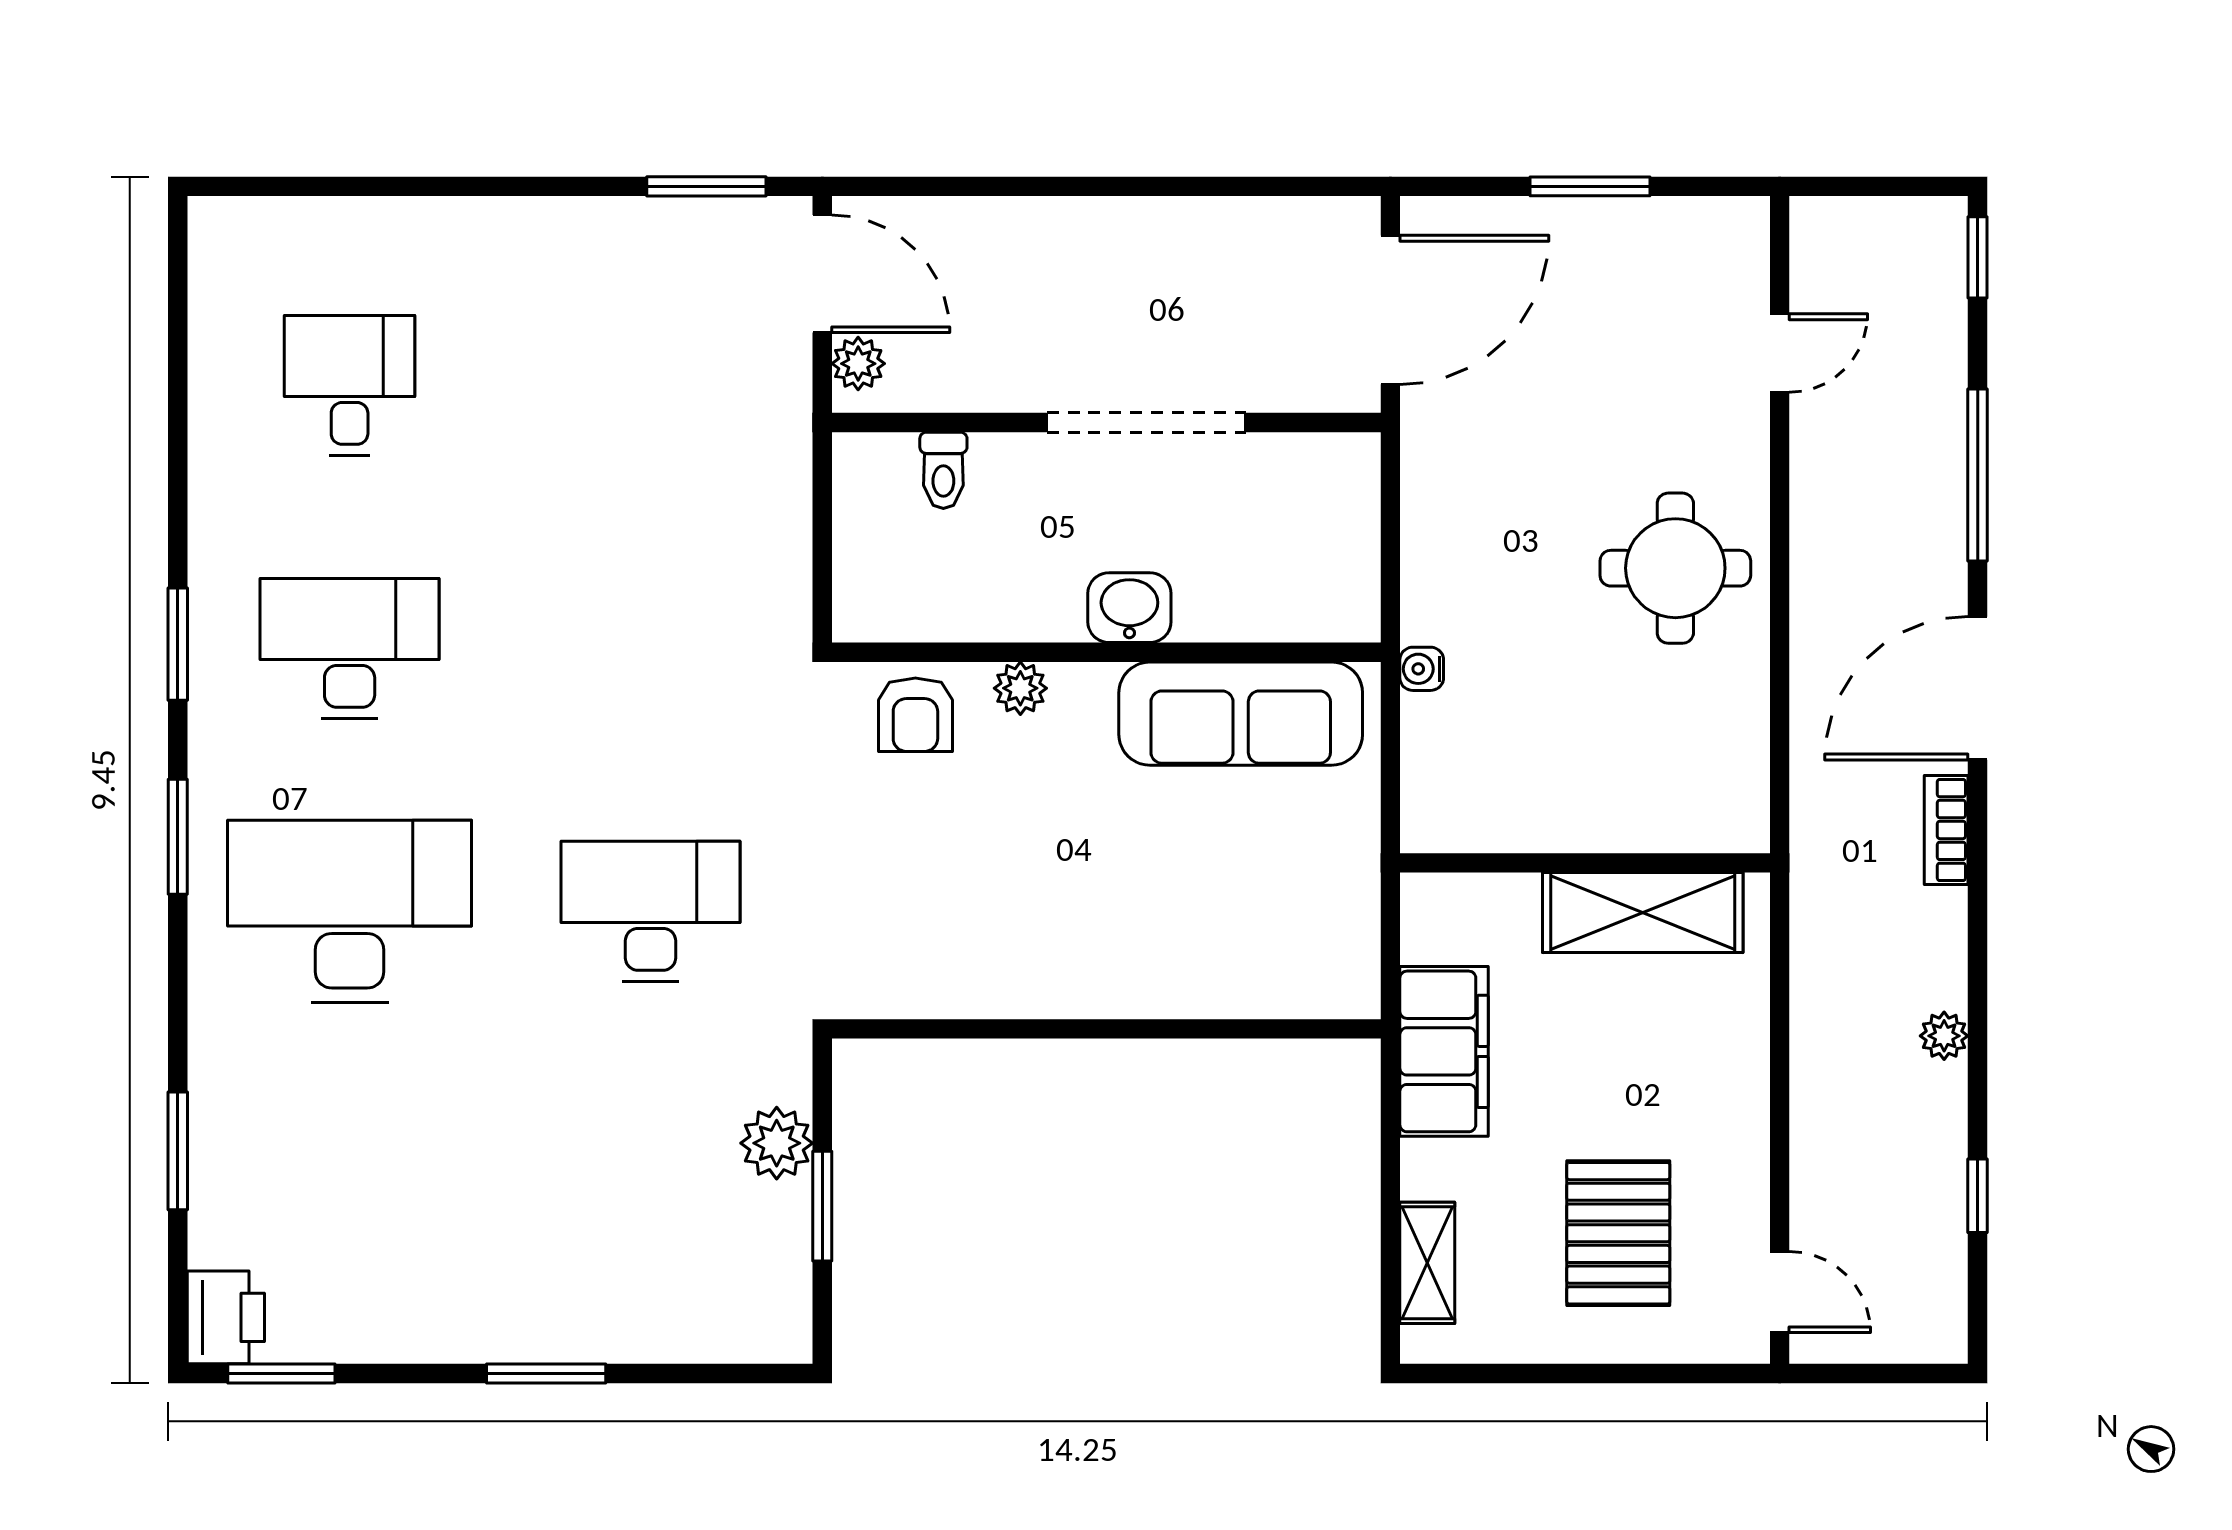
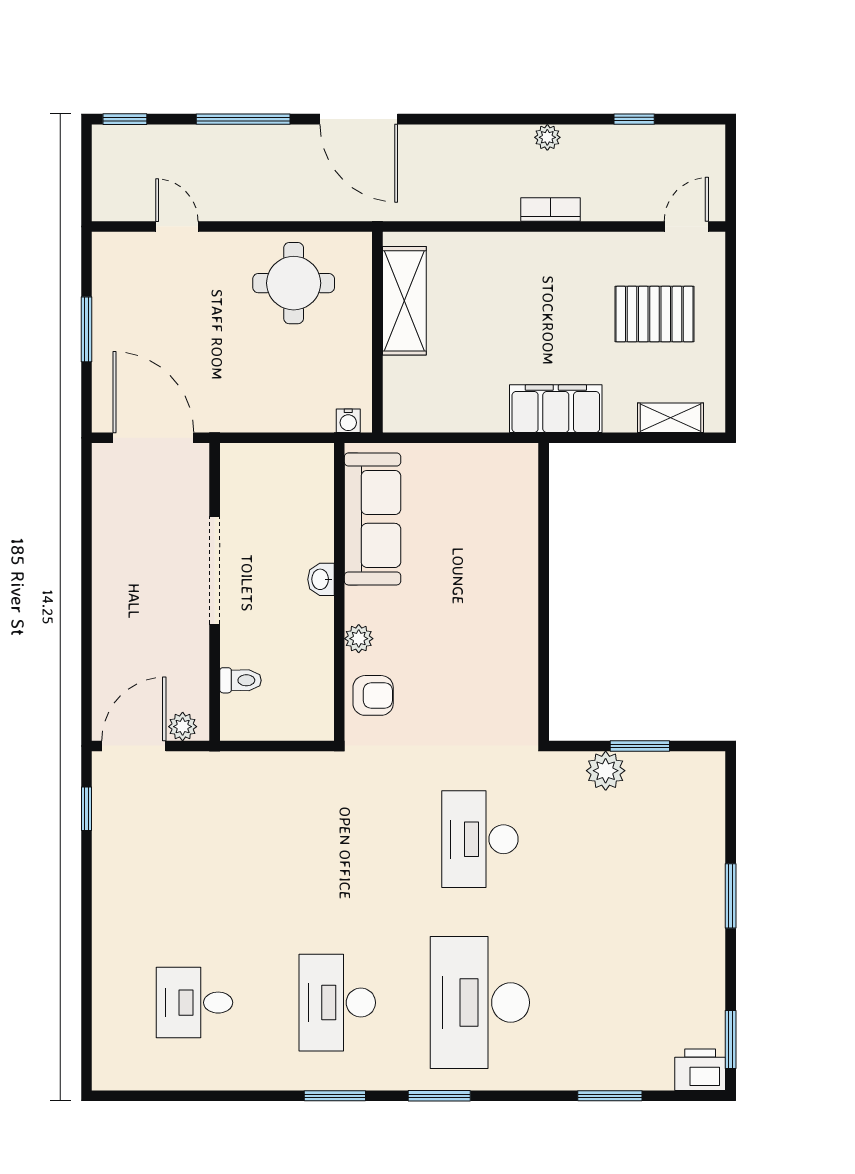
window: (706, 186) -> (86, 809), width x0.67
washbasin: (1129, 608) -> (321, 579), width x0.72, depth x0.69
bookcase: (1946, 830) -> (550, 209), moved, turned 180
wall: (1585, 863) -> (377, 332), moved
shelving: (1643, 913) -> (404, 301), moved

